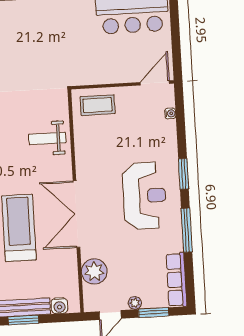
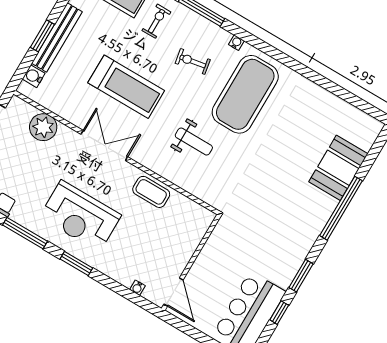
coffee table: (98, 105) -> (151, 192), moved, turned 90
weight bench: (47, 138) -> (194, 142), moved, turned 90
double door: (76, 214) -> (104, 145), width x0.73

